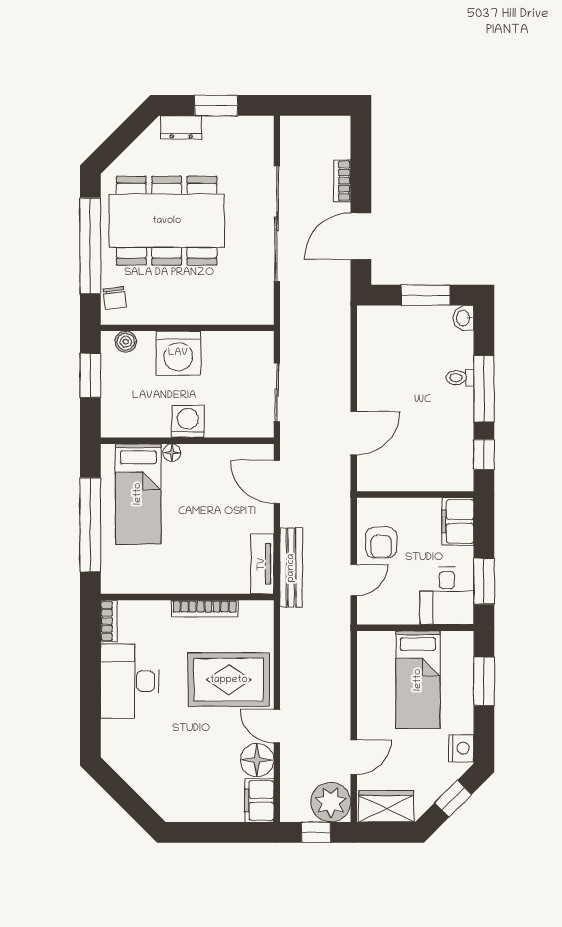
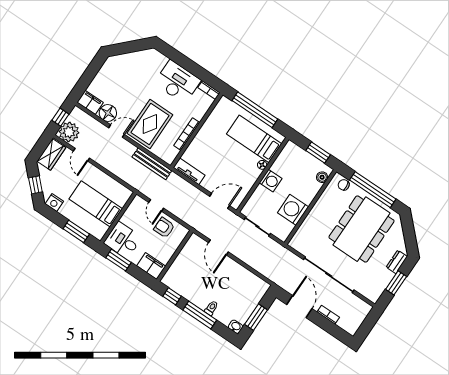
washing machine: (178, 353) -> (293, 210), moved
bench: (291, 568) -> (152, 164), moved

